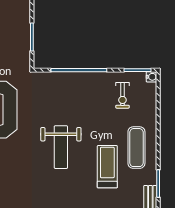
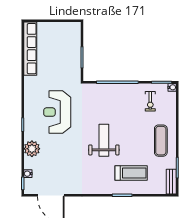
weight bench: (61, 147) -> (104, 140), turned 180
treadmill: (107, 167) -> (131, 173), moved, turned 90

